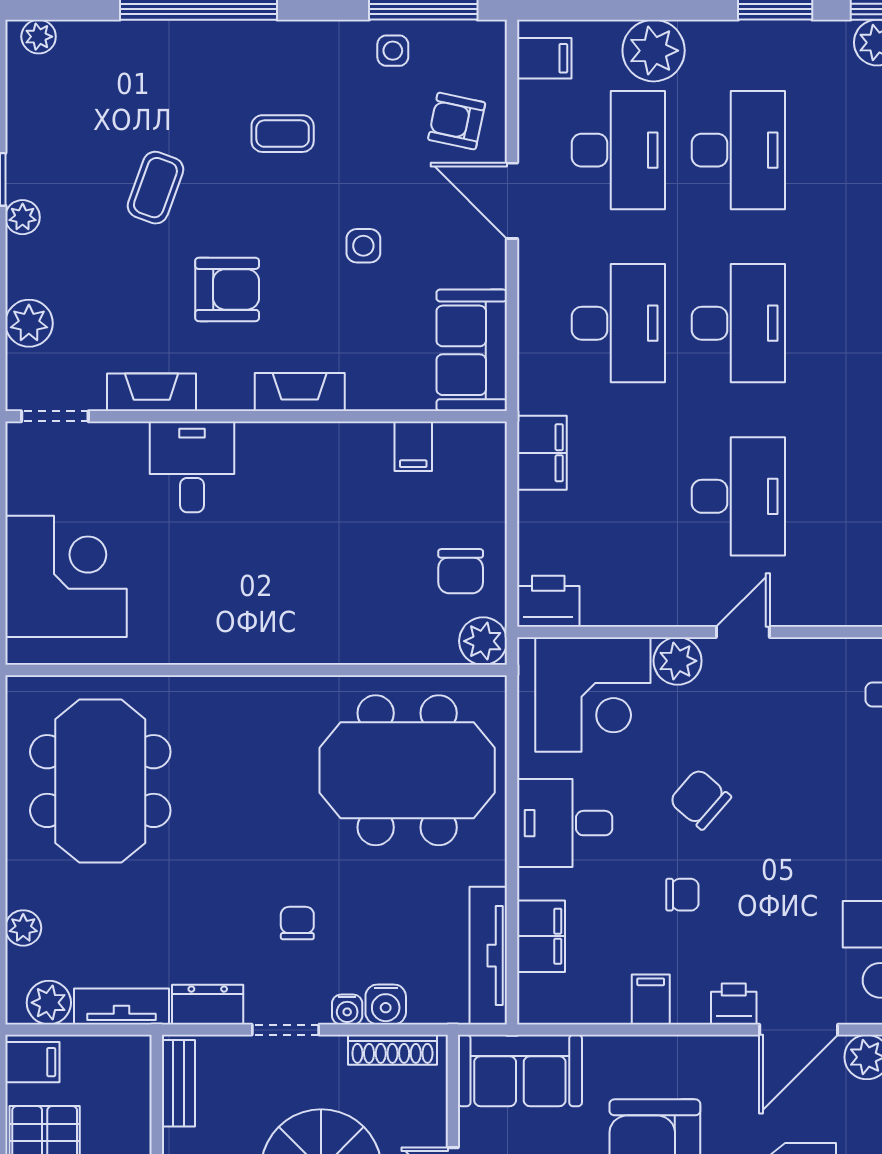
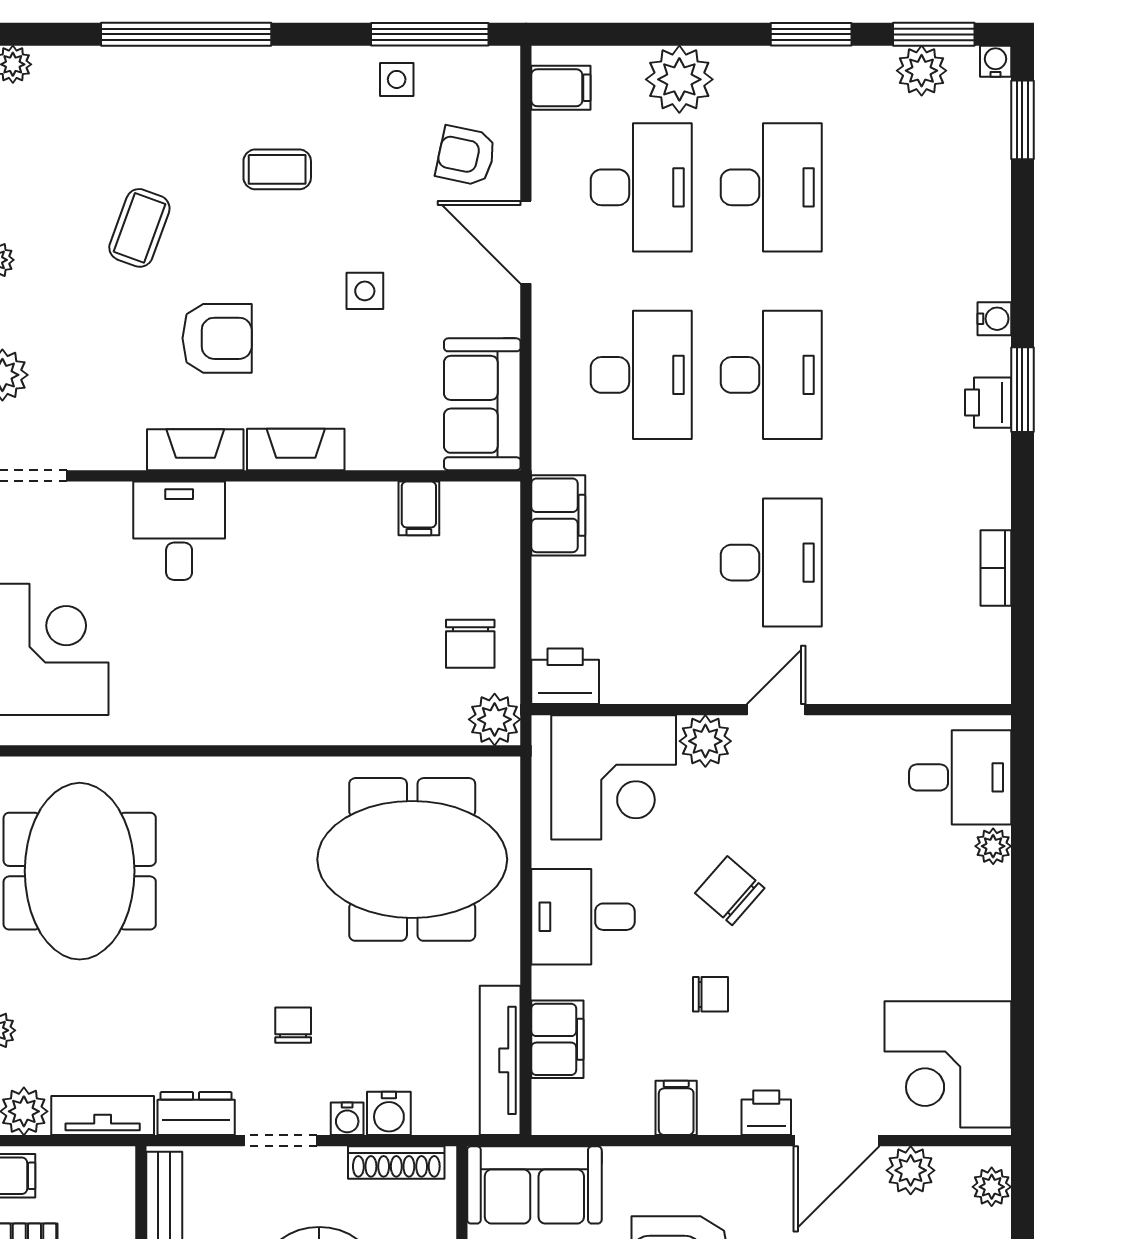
fireplace: (152, 392) -> (195, 450), moved

